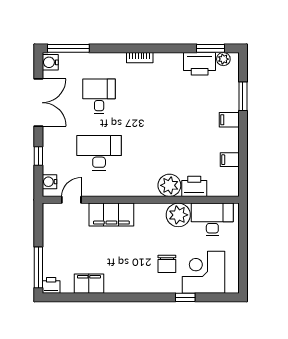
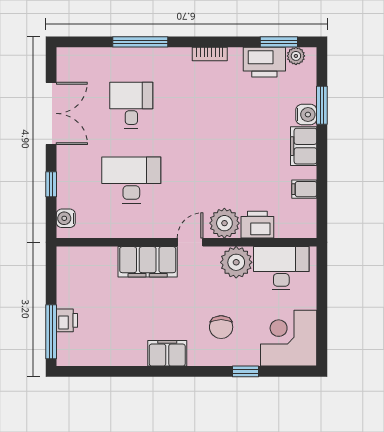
window: (68, 48) -> (140, 42), moved
bookcase: (140, 58) -> (210, 54), moved
water cooler: (50, 62) -> (306, 115), moved, turned 180
filing cabinet: (229, 120) -> (304, 146), width x2.00
door: (71, 200) -> (190, 242), moved
corner desk: (203, 272) -> (289, 338), moved
filing cabinet: (89, 284) -> (167, 353), moved
printer: (51, 285) -> (67, 320), moved, turned 90

